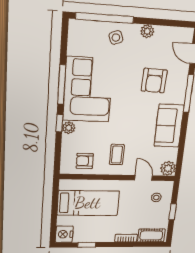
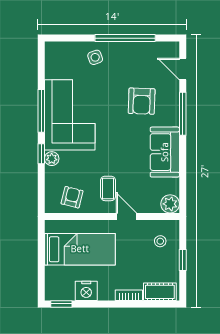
window: (105, 18) -> (125, 38), moved
plant: (147, 31) -> (128, 48), removed
armchair: (85, 161) -> (72, 197), turned 104
door: (144, 178) -> (126, 216), moved
nightstand: (64, 234) -> (86, 291), moved, turned -90
window: (87, 245) -> (61, 304), moved

